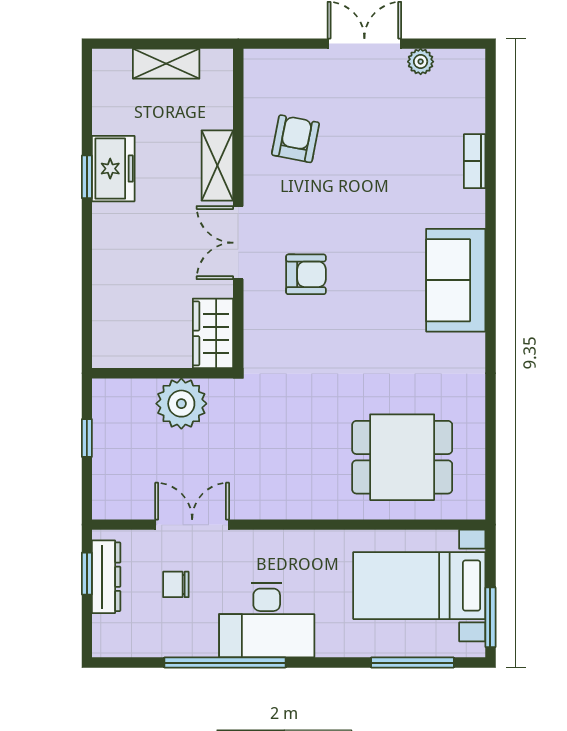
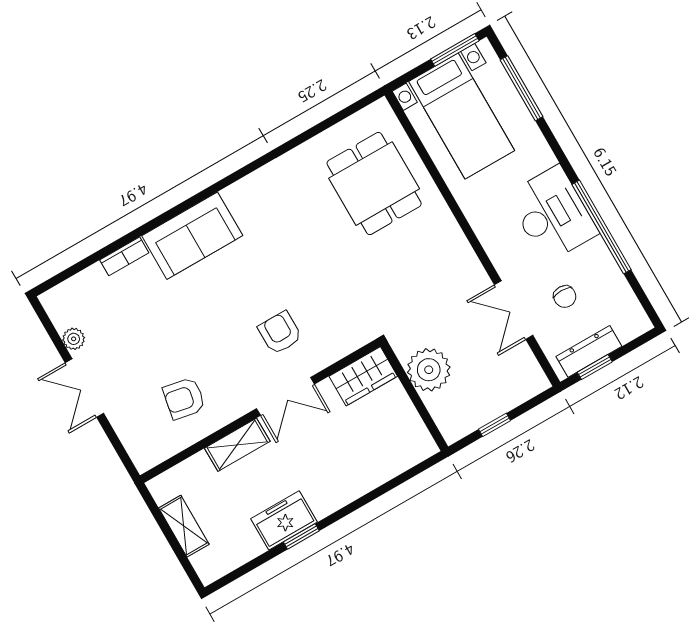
sofa: (456, 280) -> (192, 236), moved

